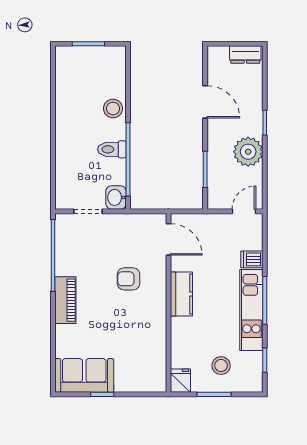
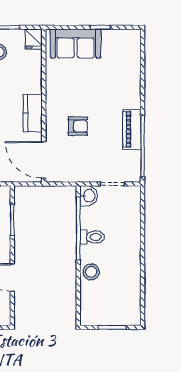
door: (169, 239) -> (44, 160), width x1.36
piano: (65, 300) -> (132, 129), moved
sofa: (84, 375) -> (76, 44), moved

